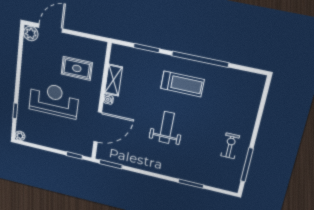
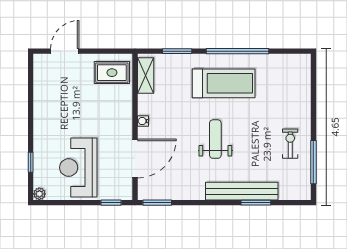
plant: (31, 34) -> (42, 62), removed
rug: (77, 68) -> (112, 73), moved
shelving: (113, 80) -> (146, 75), moved
treadmill: (182, 84) -> (224, 83), width x1.37, depth x1.38
reception desk: (54, 100) -> (78, 168), moved, turned -90
bench: (181, 172) -> (242, 191), added

